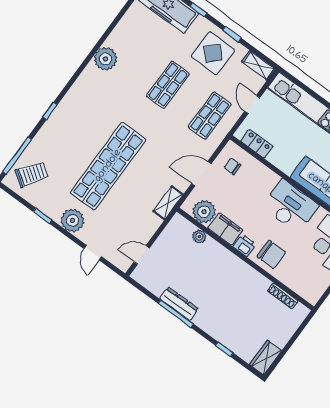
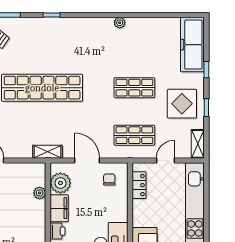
plant: (105, 59) -> (120, 23), width x0.53, depth x0.53

